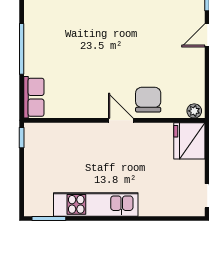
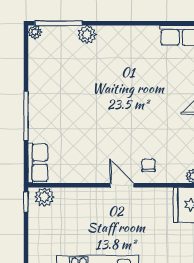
chair: (148, 100) -> (149, 165), width x0.54, depth x0.54
plant: (41, 132) -> (44, 197), added

